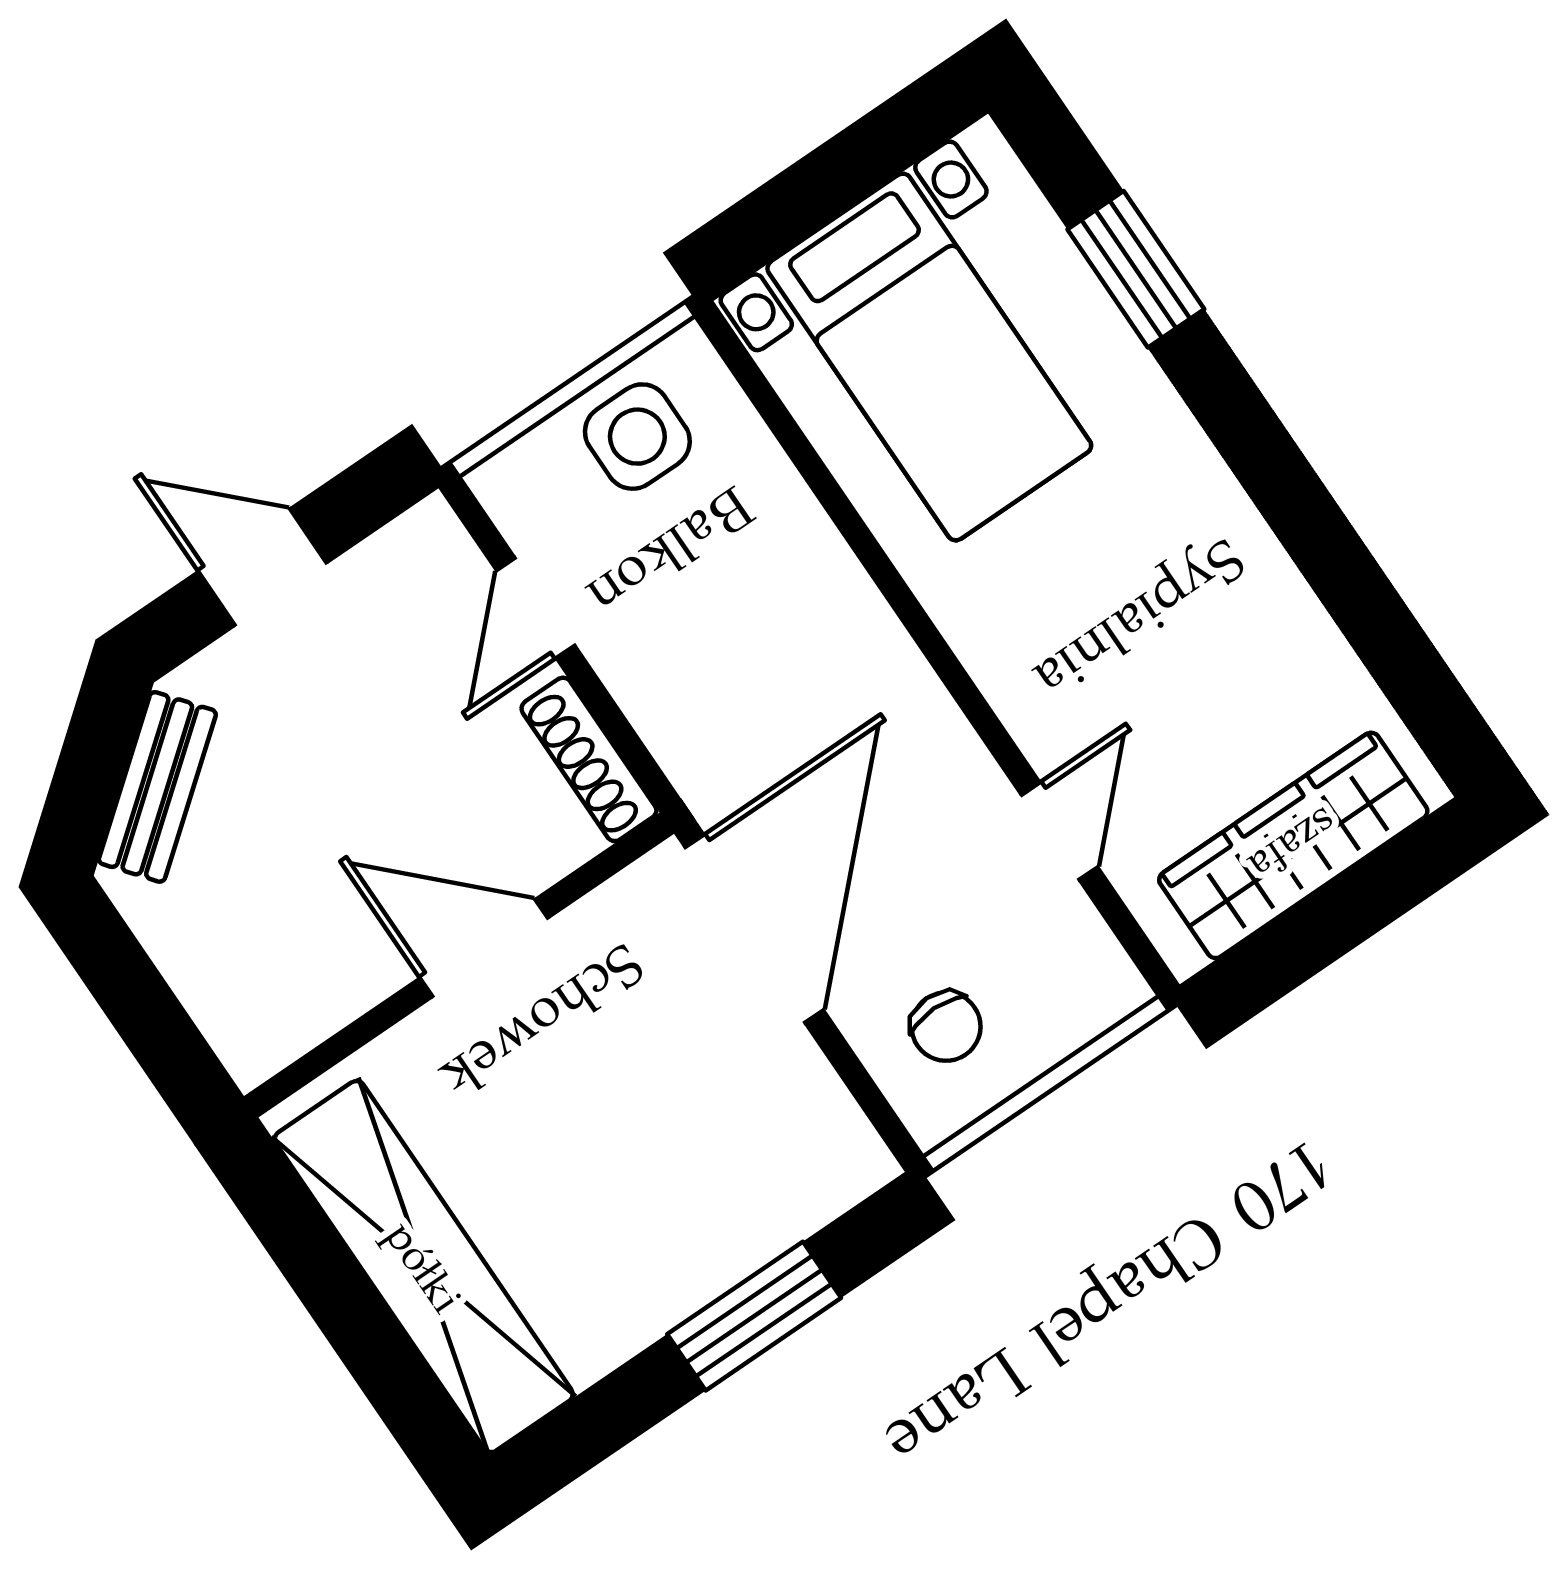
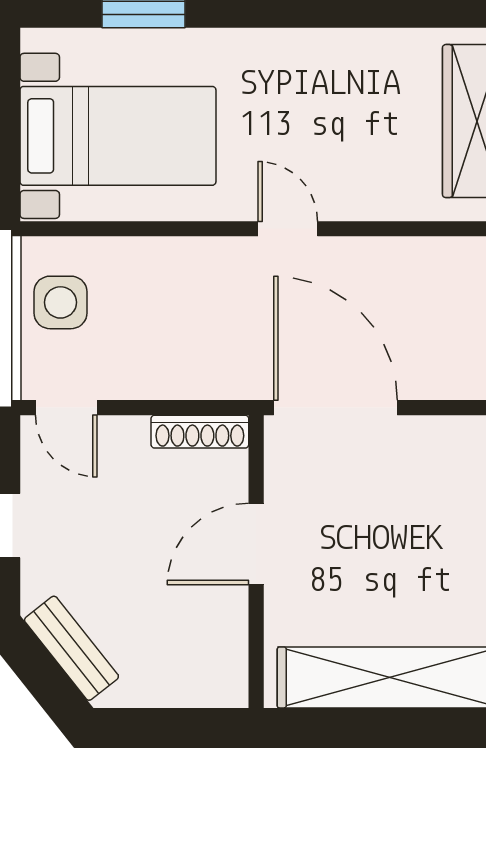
door: (536, 608) -> (66, 408), moved
door: (1060, 831) -> (288, 229), moved
chair: (946, 1027) -> (446, 348), removed

